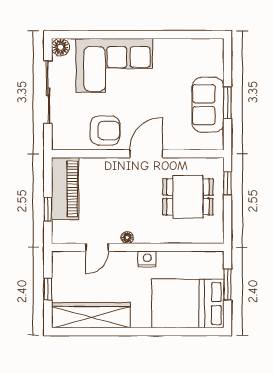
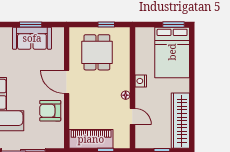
armchair: (105, 131) -> (50, 111), turned -90
window: (228, 183) -> (106, 24), moved
window: (228, 284) -> (174, 24), moved

